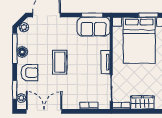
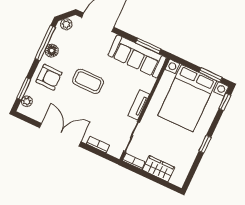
sofa: (94, 27) -> (137, 56), width x1.36
coffee table: (60, 62) -> (88, 81), turned 90
double door: (44, 111) -> (60, 135), moved

